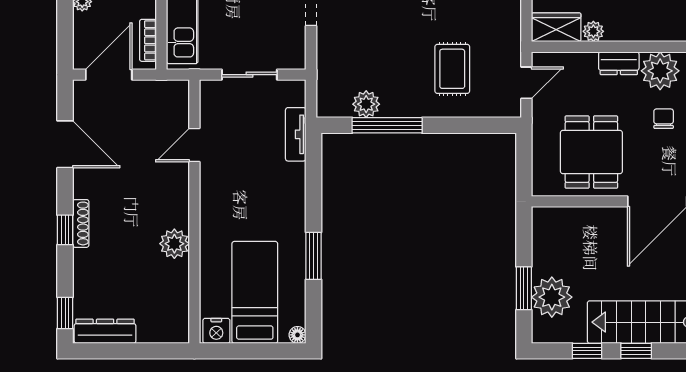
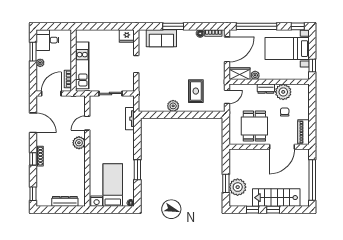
plant: (366, 104) -> (173, 106), moved
window: (387, 125) -> (168, 115), removed
plant: (174, 244) -> (79, 143), moved
dresser: (105, 331) -> (65, 201), moved

